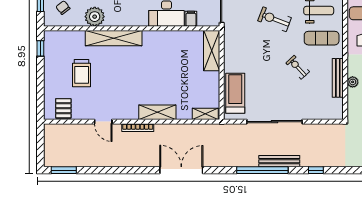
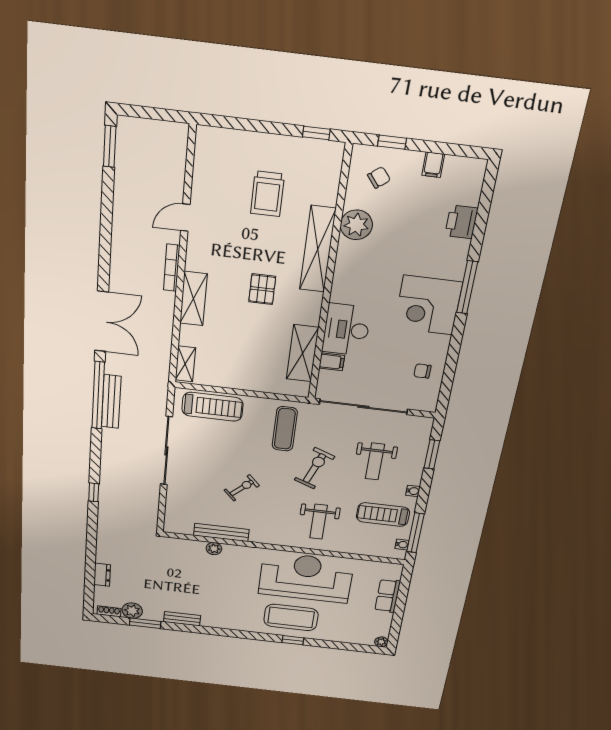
exercise mat: (322, 38) -> (285, 429), moved
shelving: (212, 51) -> (302, 353), moved, turned 90
trolley: (82, 73) -> (267, 194), turned -90
pallet: (63, 108) -> (262, 289), moved, turned 90
bench: (279, 161) -> (111, 402), moved
window: (262, 170) -> (98, 395), moved

